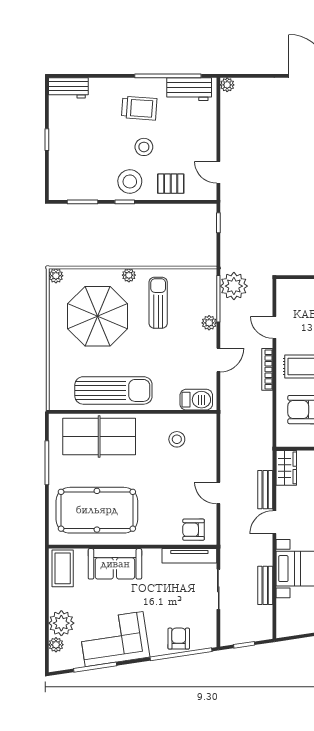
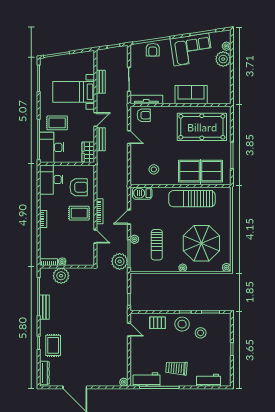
workbench: (68, 88) -> (208, 380), moved
stool: (144, 147) -> (201, 333), moved
sun lounger: (158, 303) -> (157, 245), moved
coffee table: (63, 568) -> (222, 92), removed

